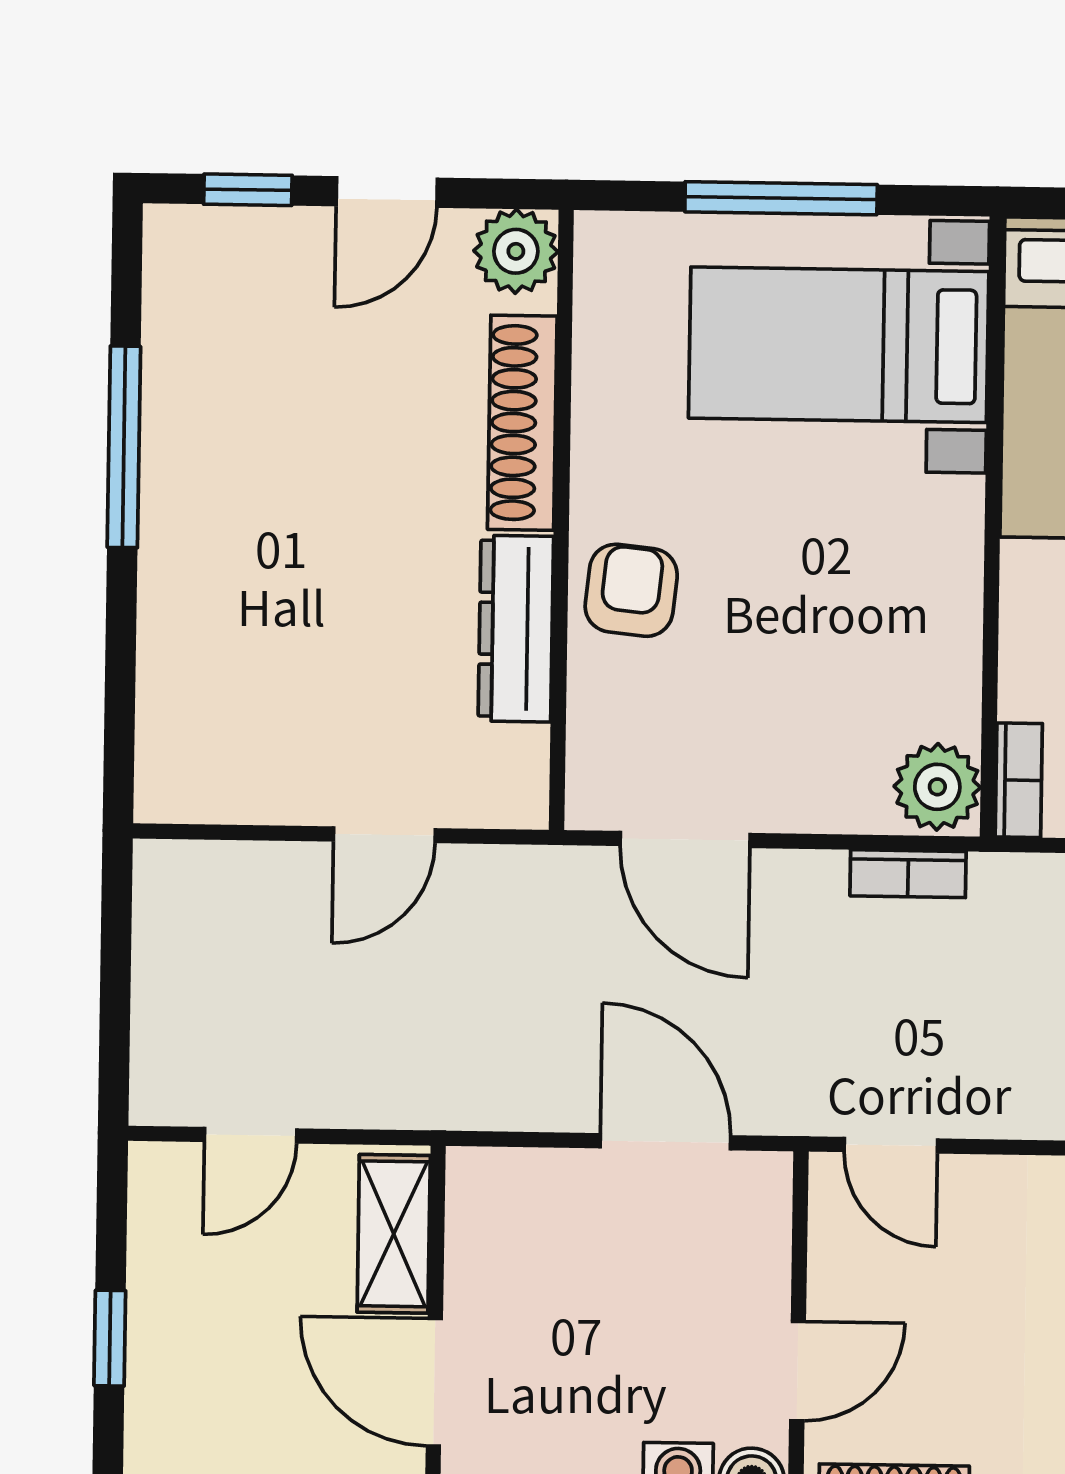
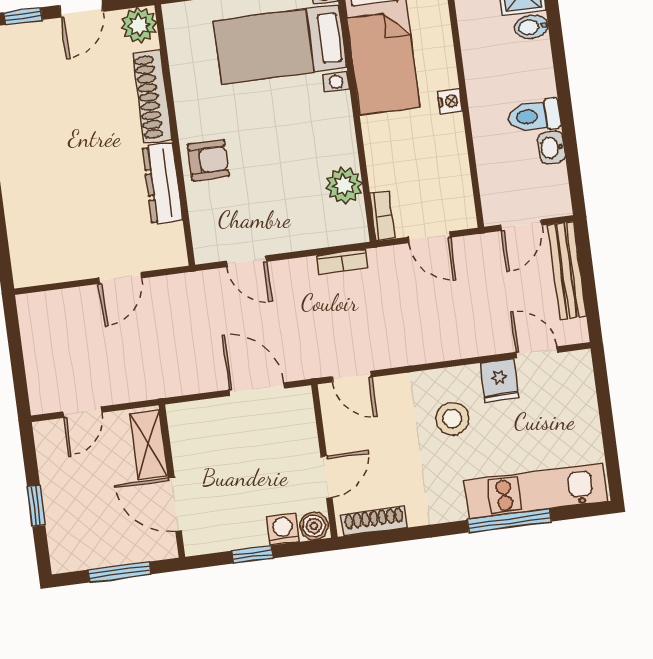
armchair: (631, 590) -> (208, 160), turned 84
plant: (937, 787) -> (344, 185), moved
door: (685, 840) -> (246, 261), width x0.73

